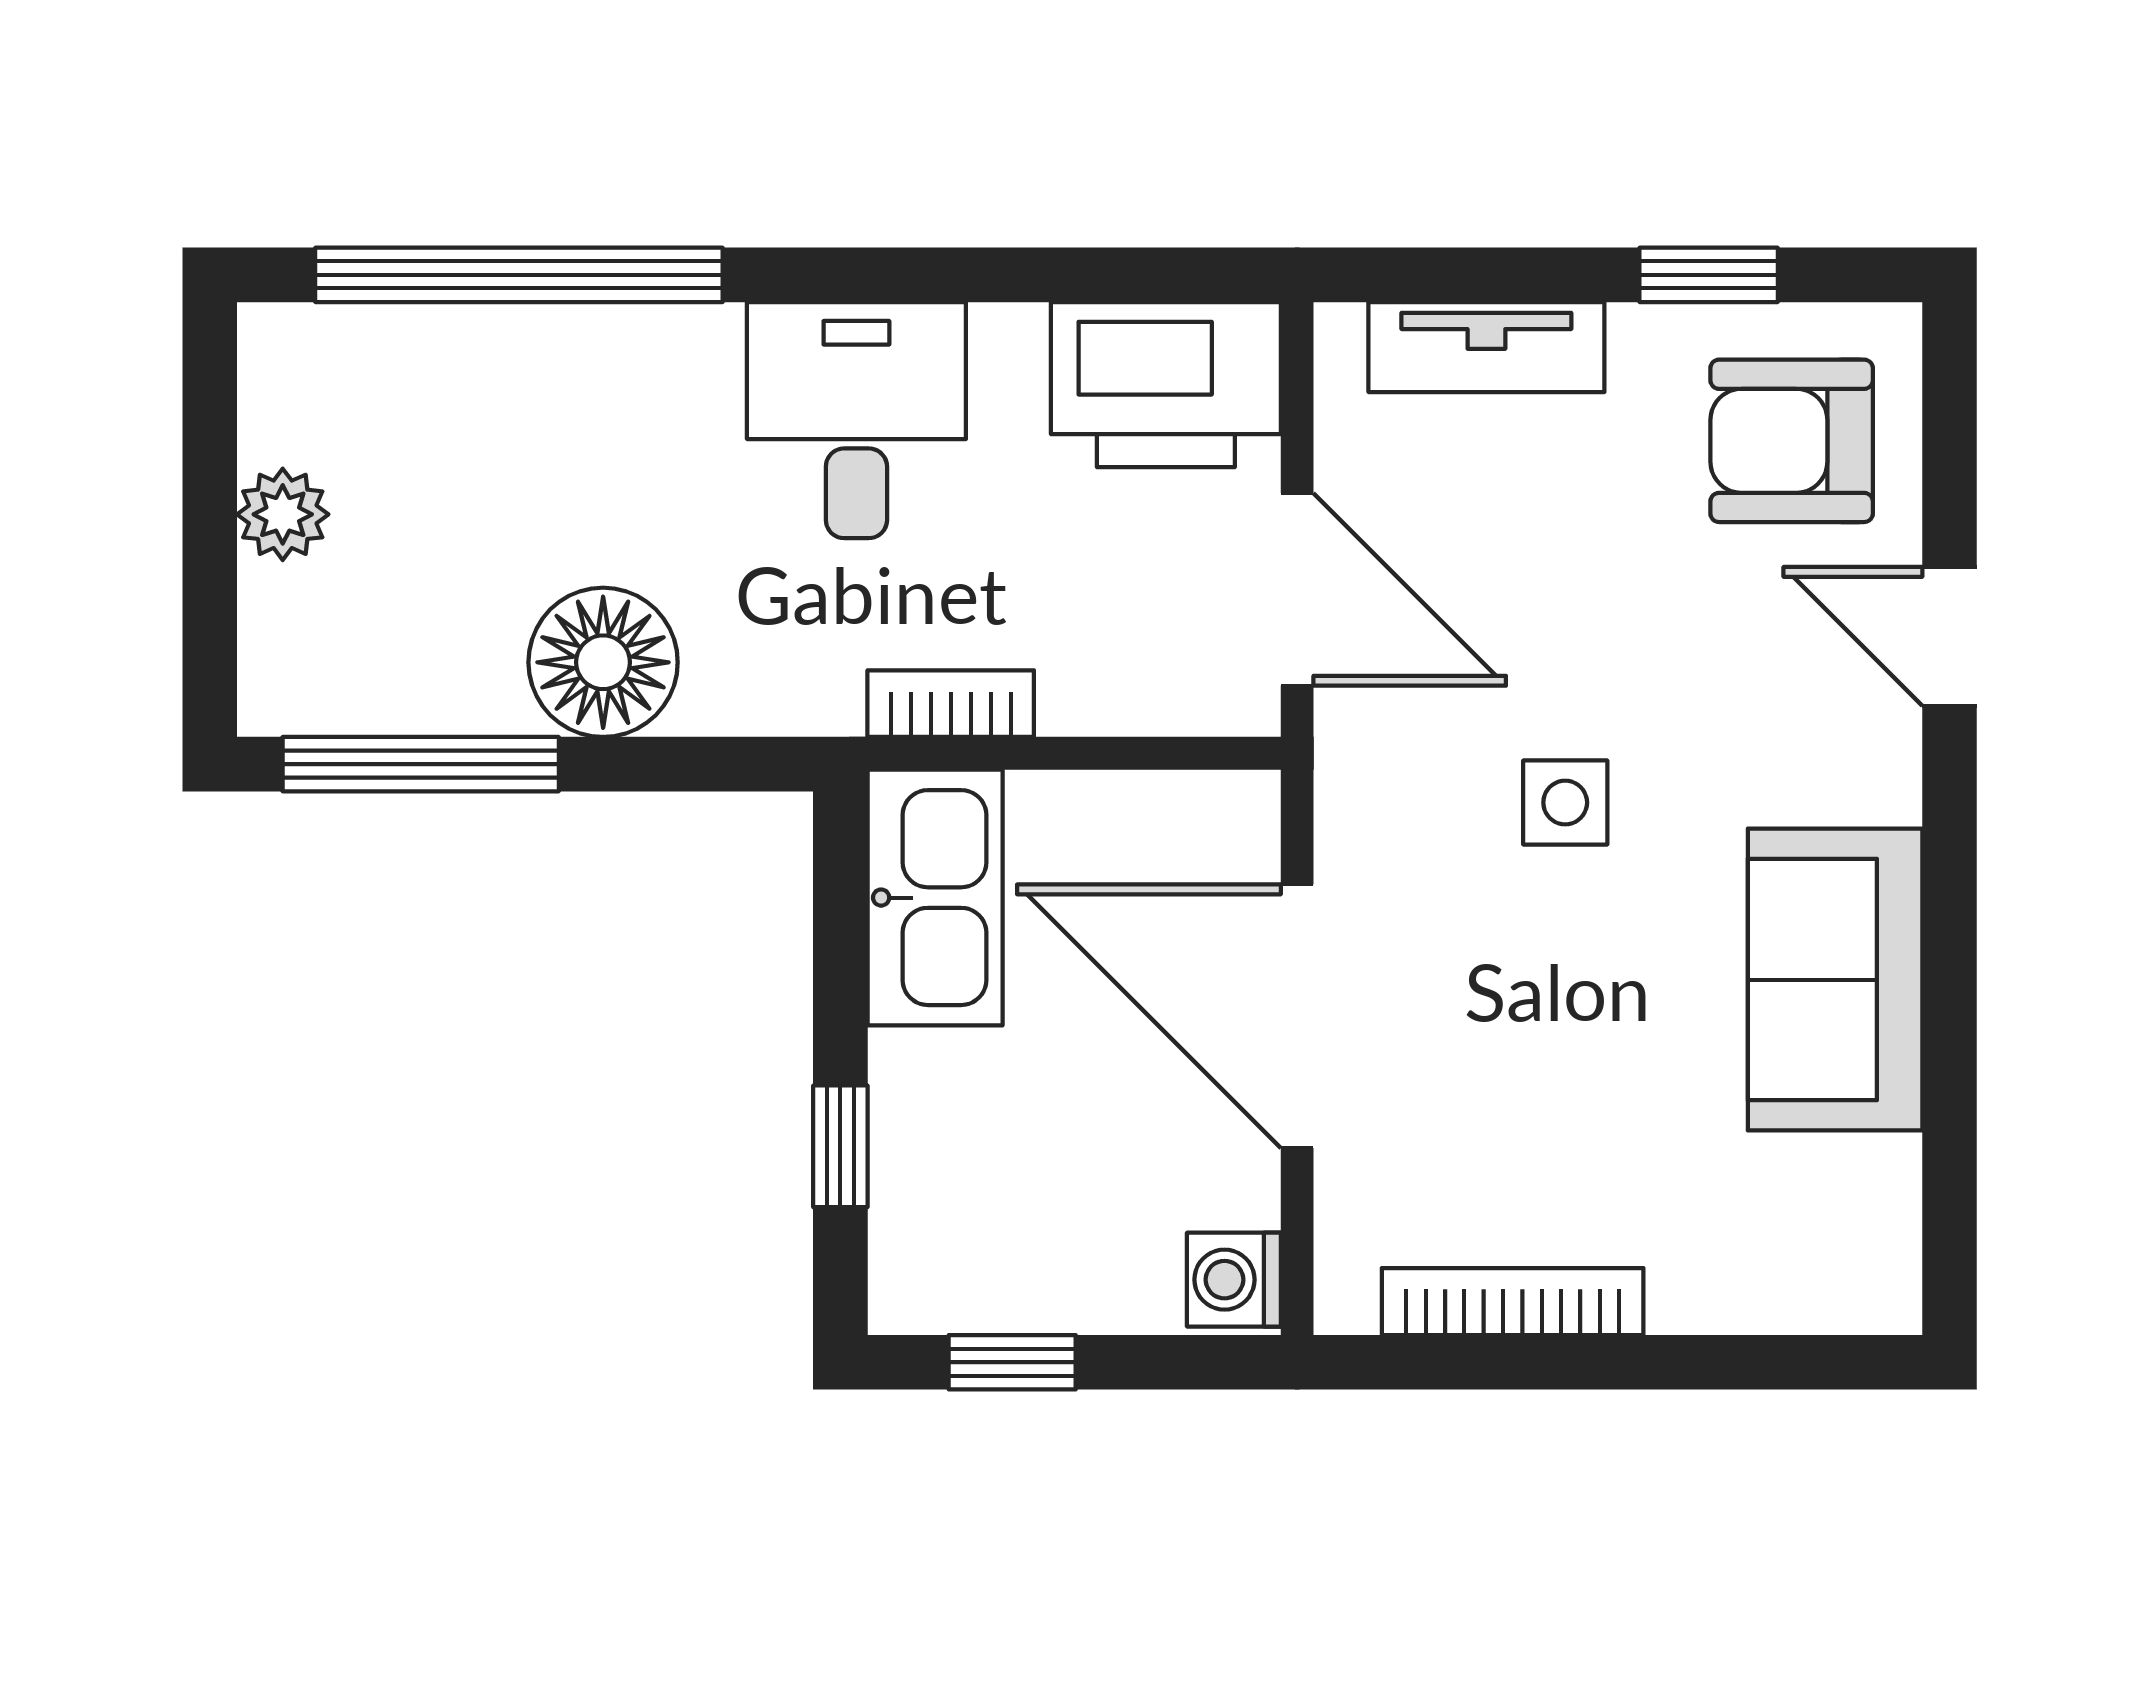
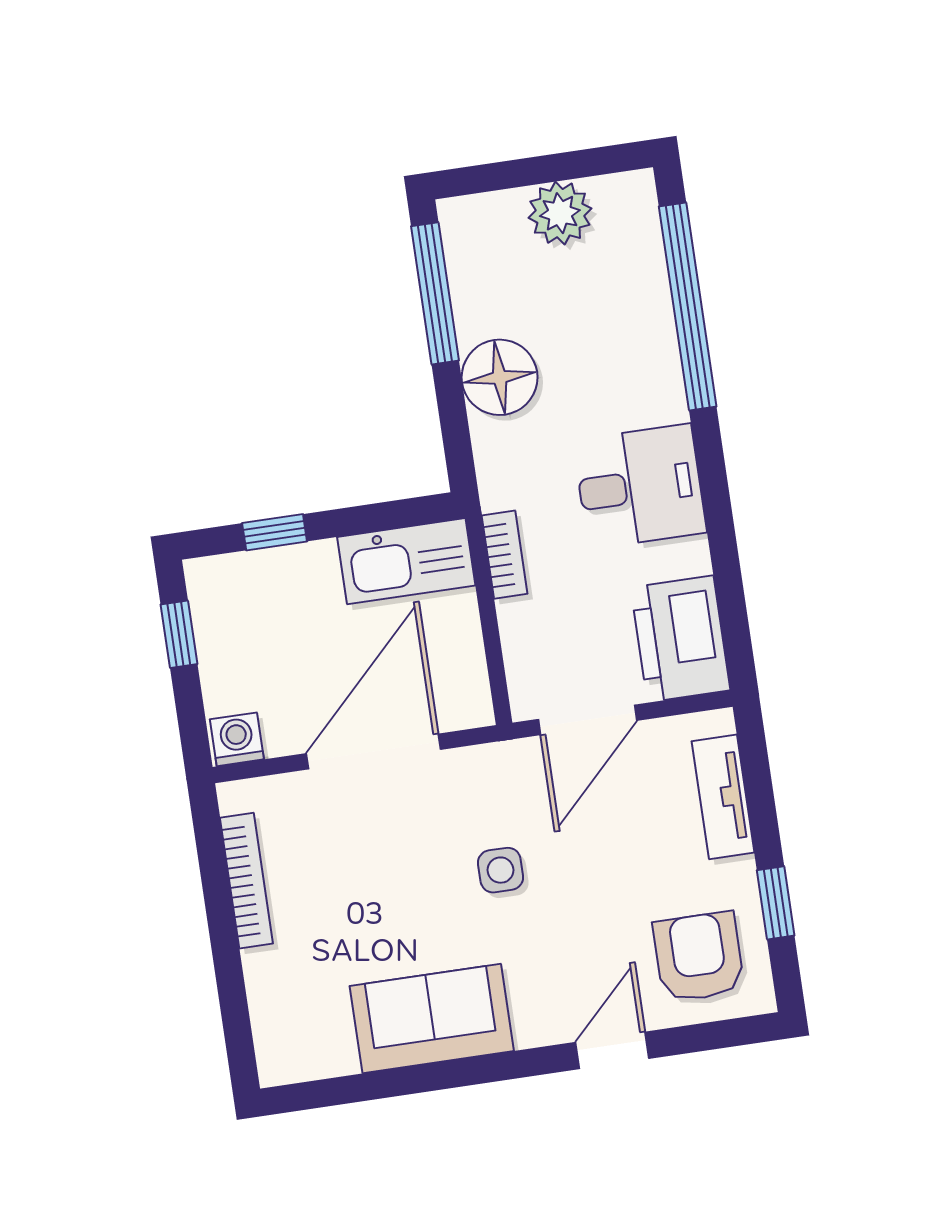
plant: (283, 514) -> (560, 213), width x1.38, depth x1.38

